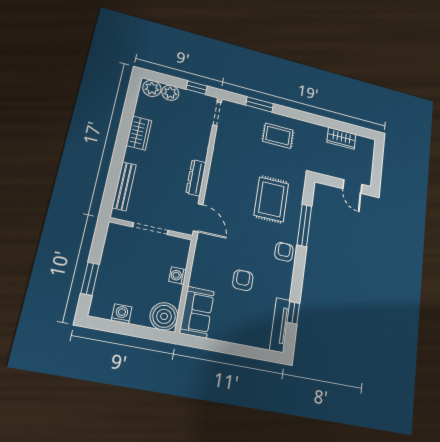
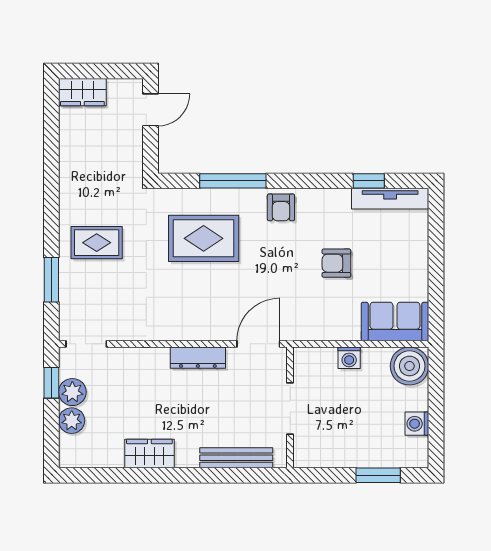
plant: (152, 88) -> (72, 392), moved
rug: (278, 136) -> (97, 243), turned 90
wardrobe: (341, 138) -> (82, 92), moved, turned 90
armchair: (284, 252) -> (281, 207), turned -90

